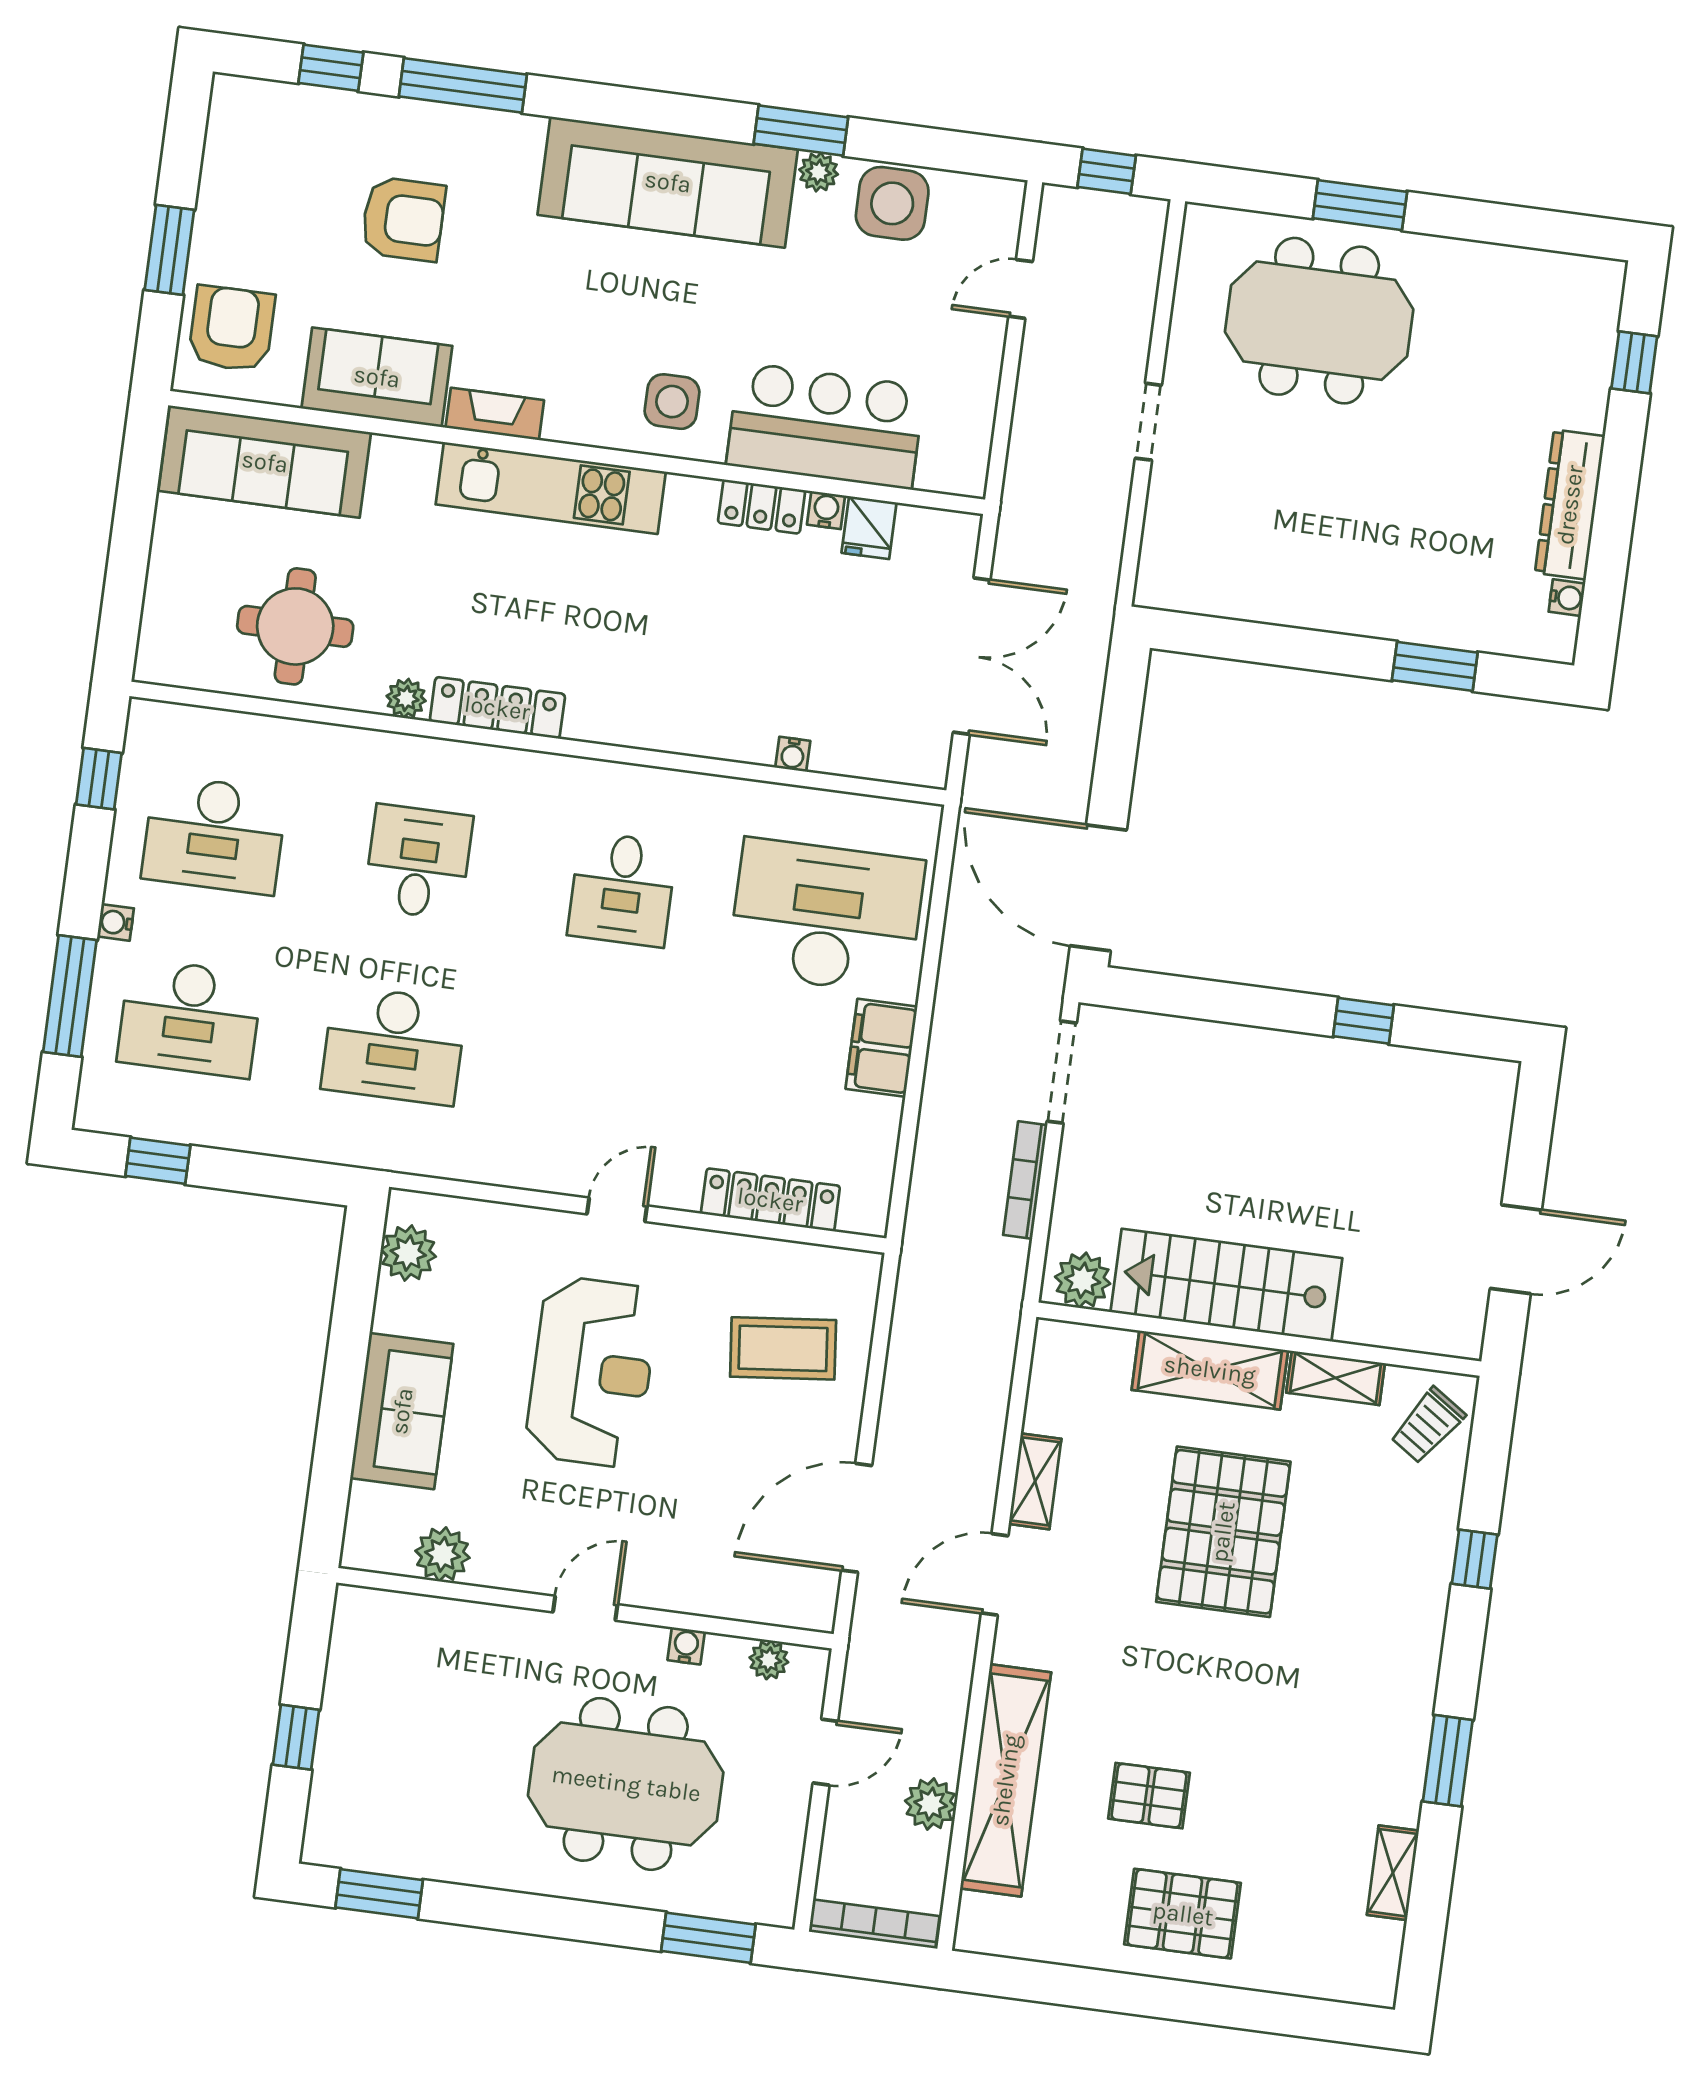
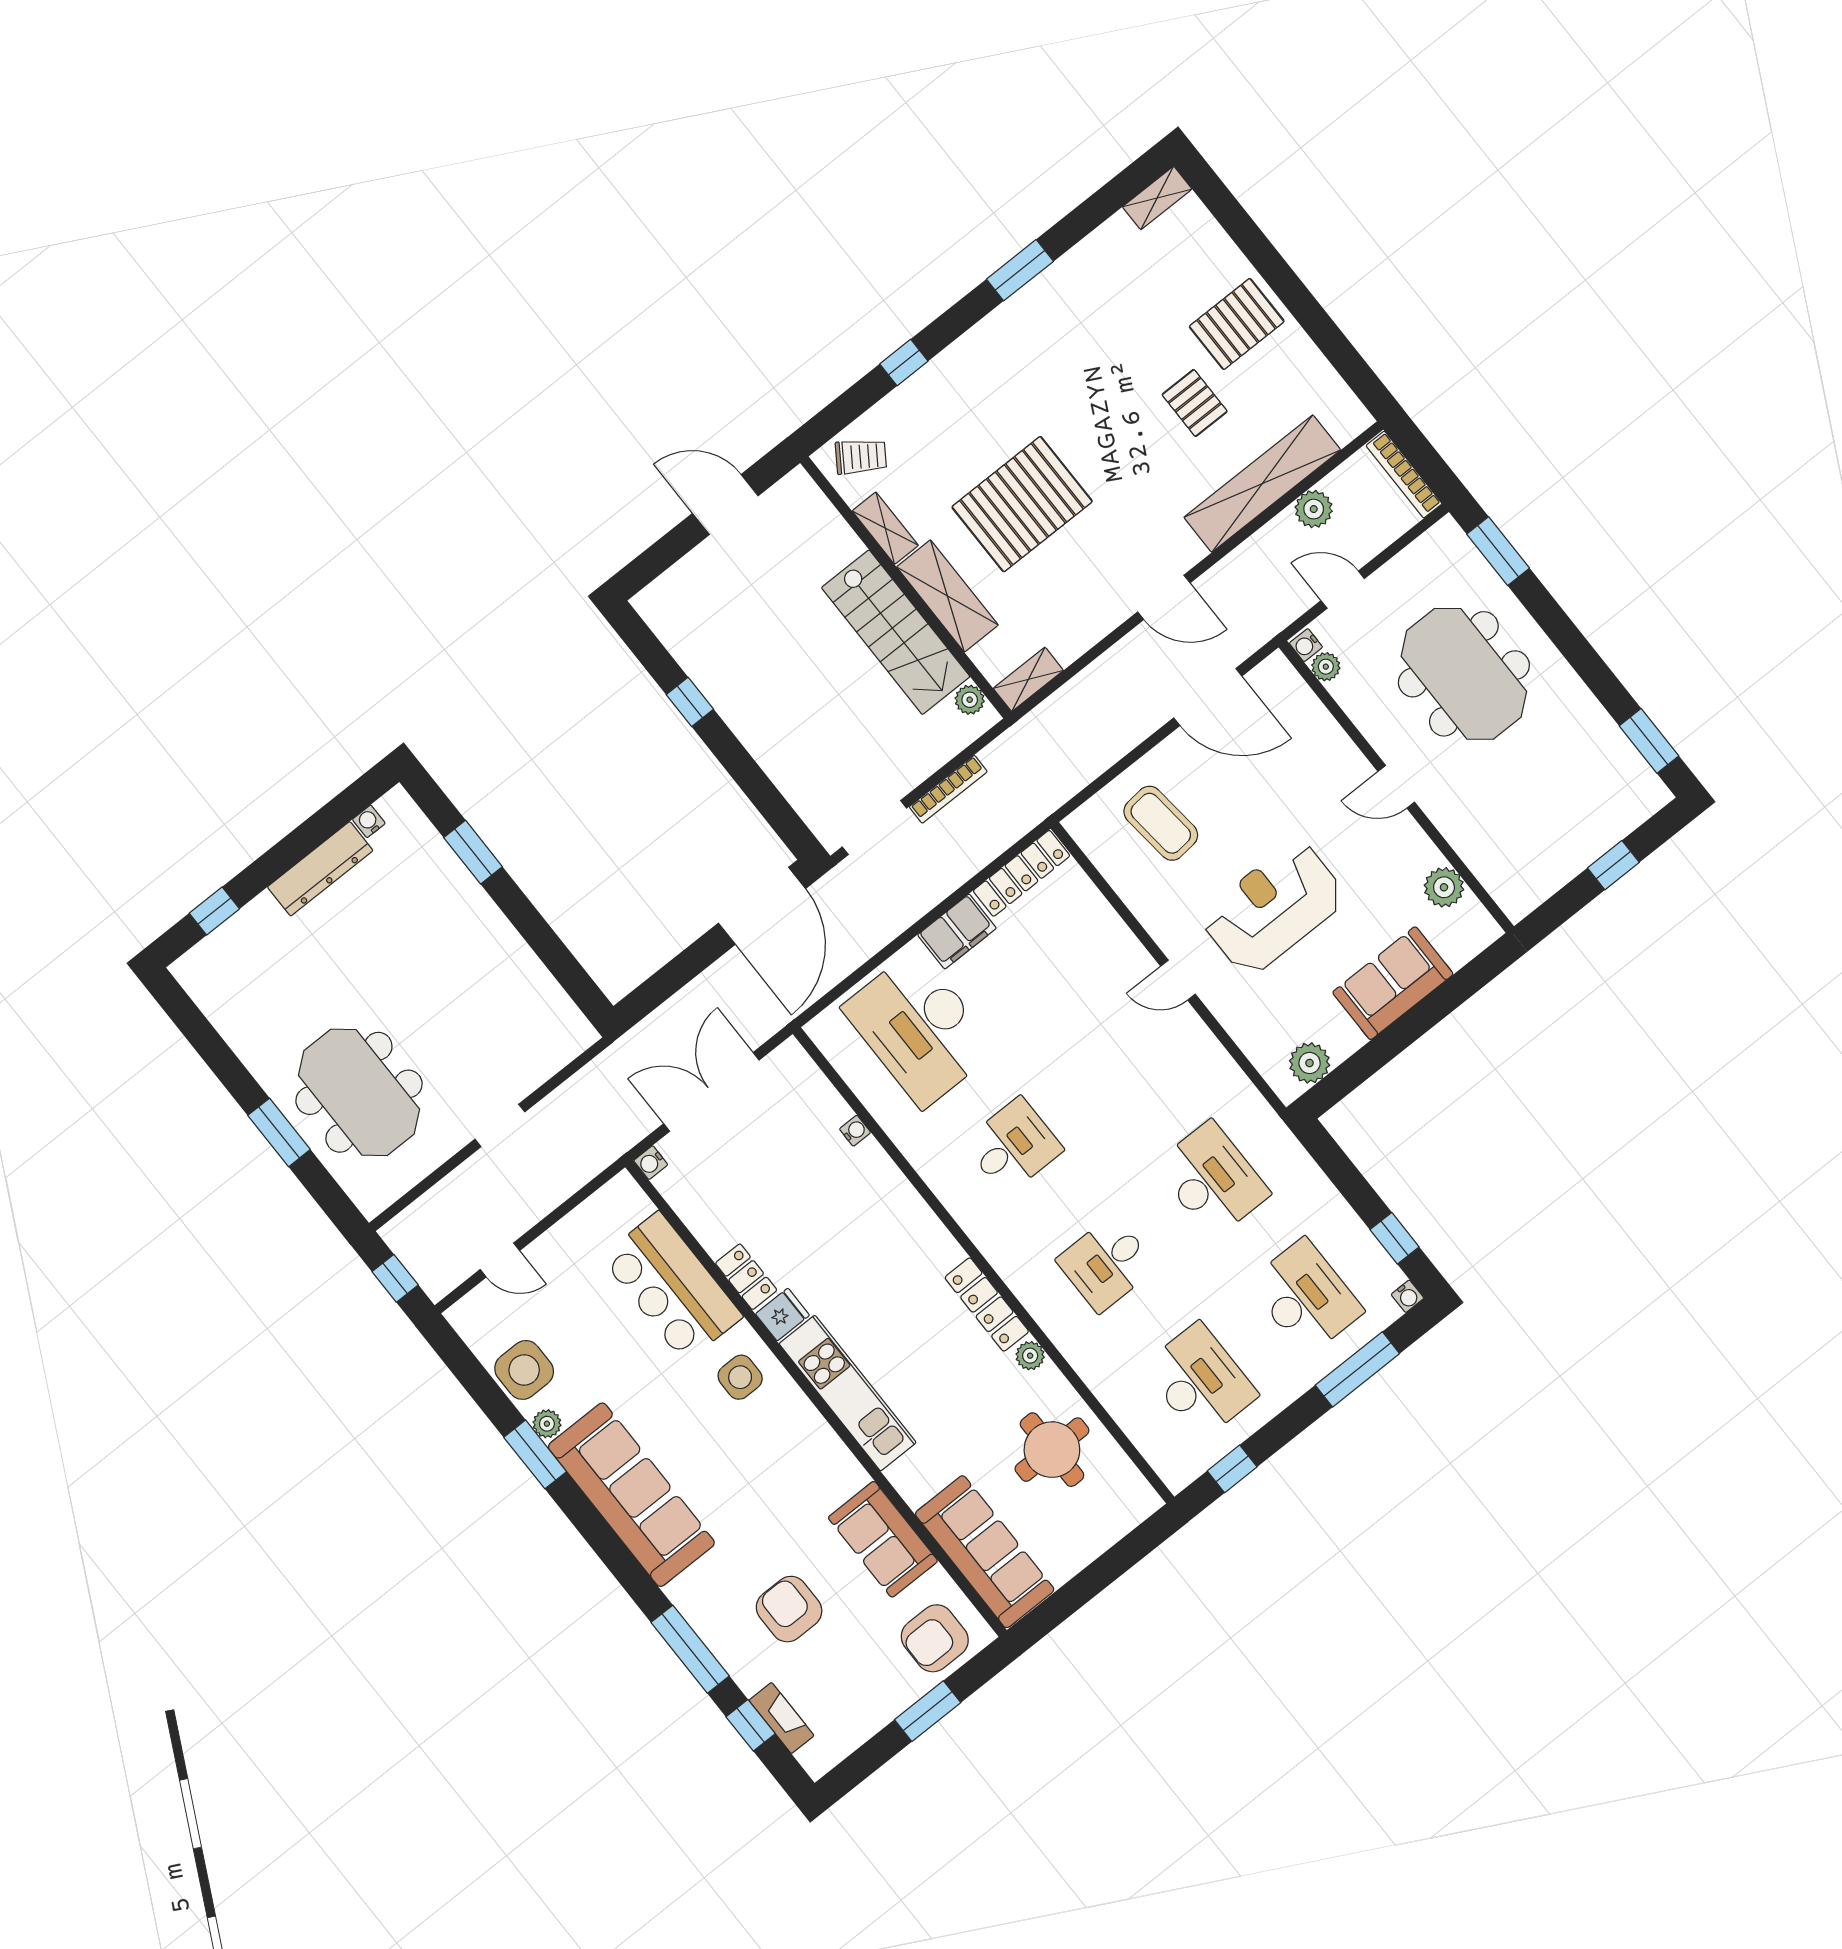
fireplace: (495, 414) -> (782, 1718), moved, turned 180
water cooler: (826, 510) -> (651, 1163), moved
fridge: (869, 528) -> (782, 1315), moved
water cooler: (116, 922) -> (1407, 1296), moved
locker: (770, 1200) -> (1021, 873), moved, turned -90
plant: (1083, 1280) -> (970, 700), width x0.73, depth x0.73
shelving: (1035, 1481) -> (1028, 679), moved
water cooler: (686, 1646) -> (1306, 645), moved
shelving: (1393, 1873) -> (1157, 198), moved
pallet: (1183, 1914) -> (1237, 324), turned 90

